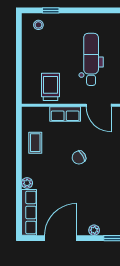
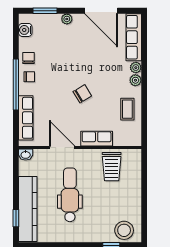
stool: (38, 25) -> (124, 230), width x1.89, depth x1.89
dental chair: (91, 59) -> (70, 195), turned 180
plant: (27, 171) -> (135, 80), added
door: (61, 238) -> (101, 11), hinge flipped

